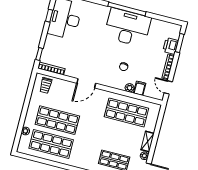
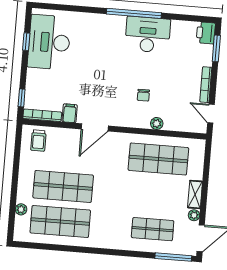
desk: (128, 27) -> (148, 35), width x0.73, depth x0.77
printer: (170, 46) -> (206, 33), moved
filing cabinet: (140, 88) -> (70, 113), moved

